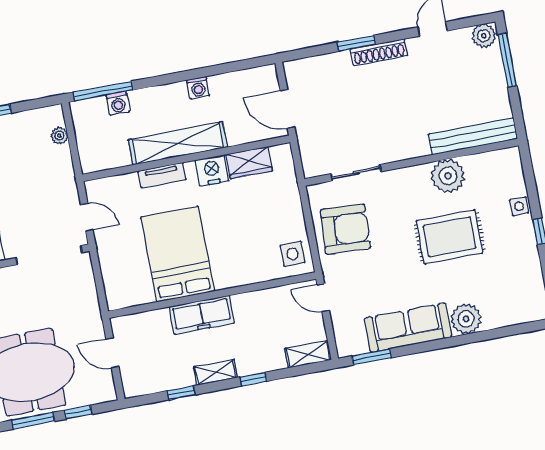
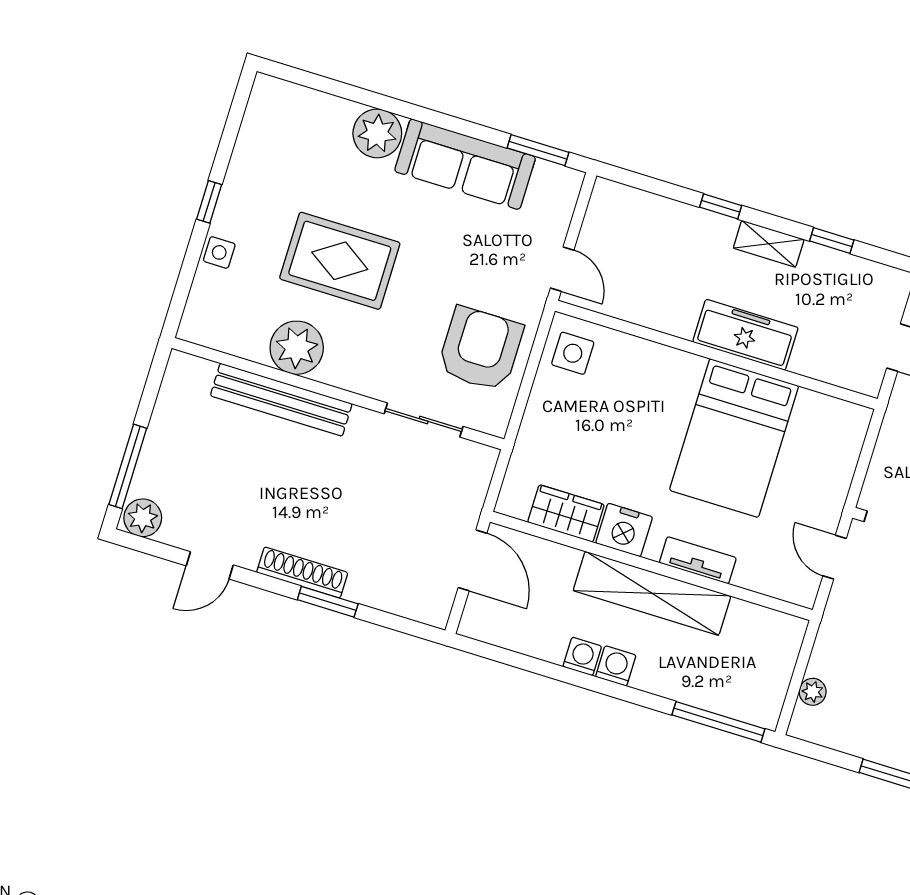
washing machine: (118, 103) -> (616, 666), moved
bench: (473, 136) -> (281, 400), moved
armchair: (345, 229) -> (480, 349), turned 87
shelving: (308, 354) -> (625, 201), removed

